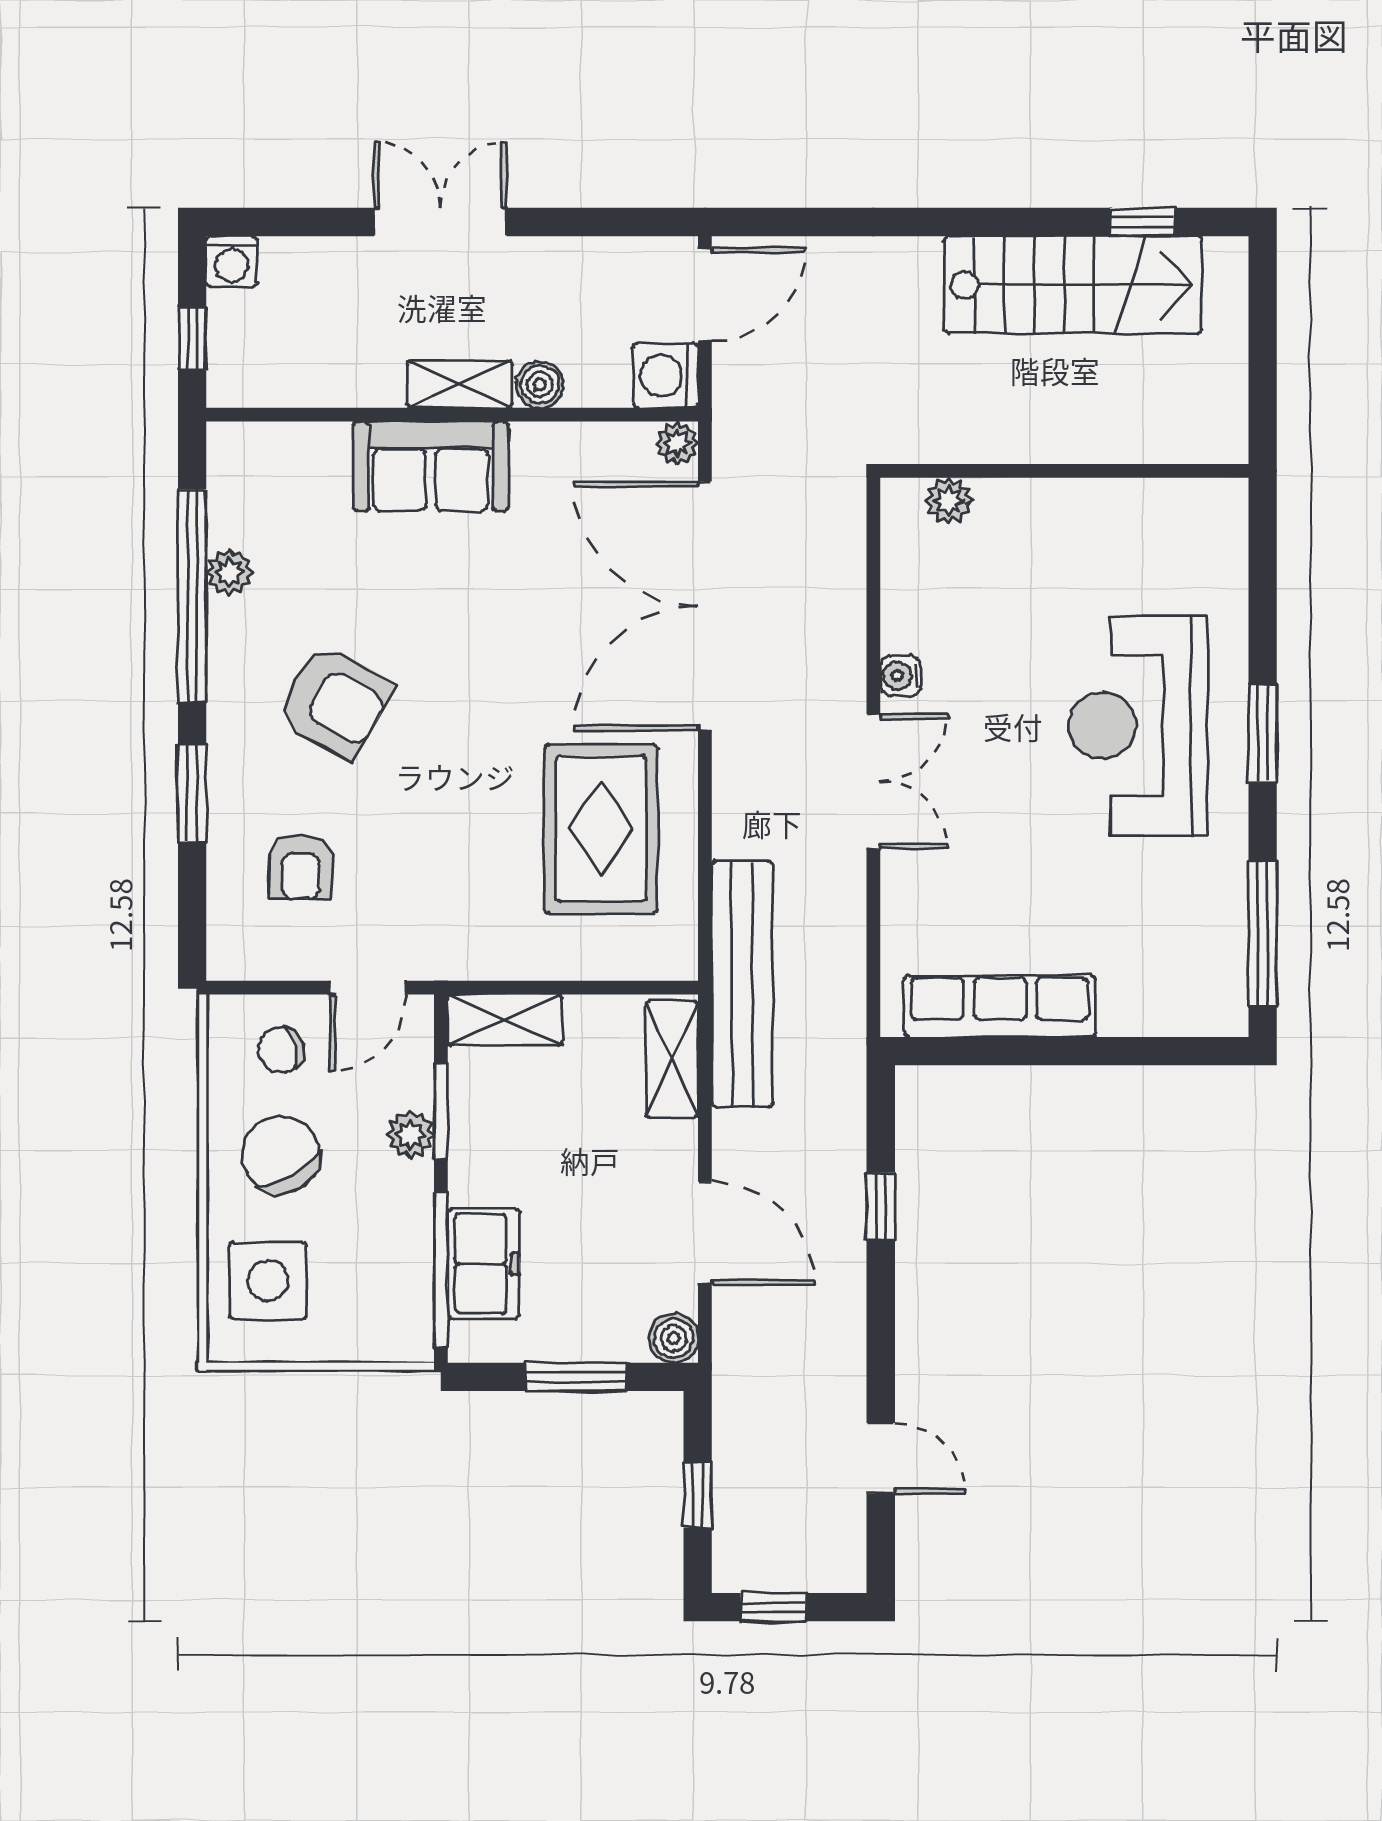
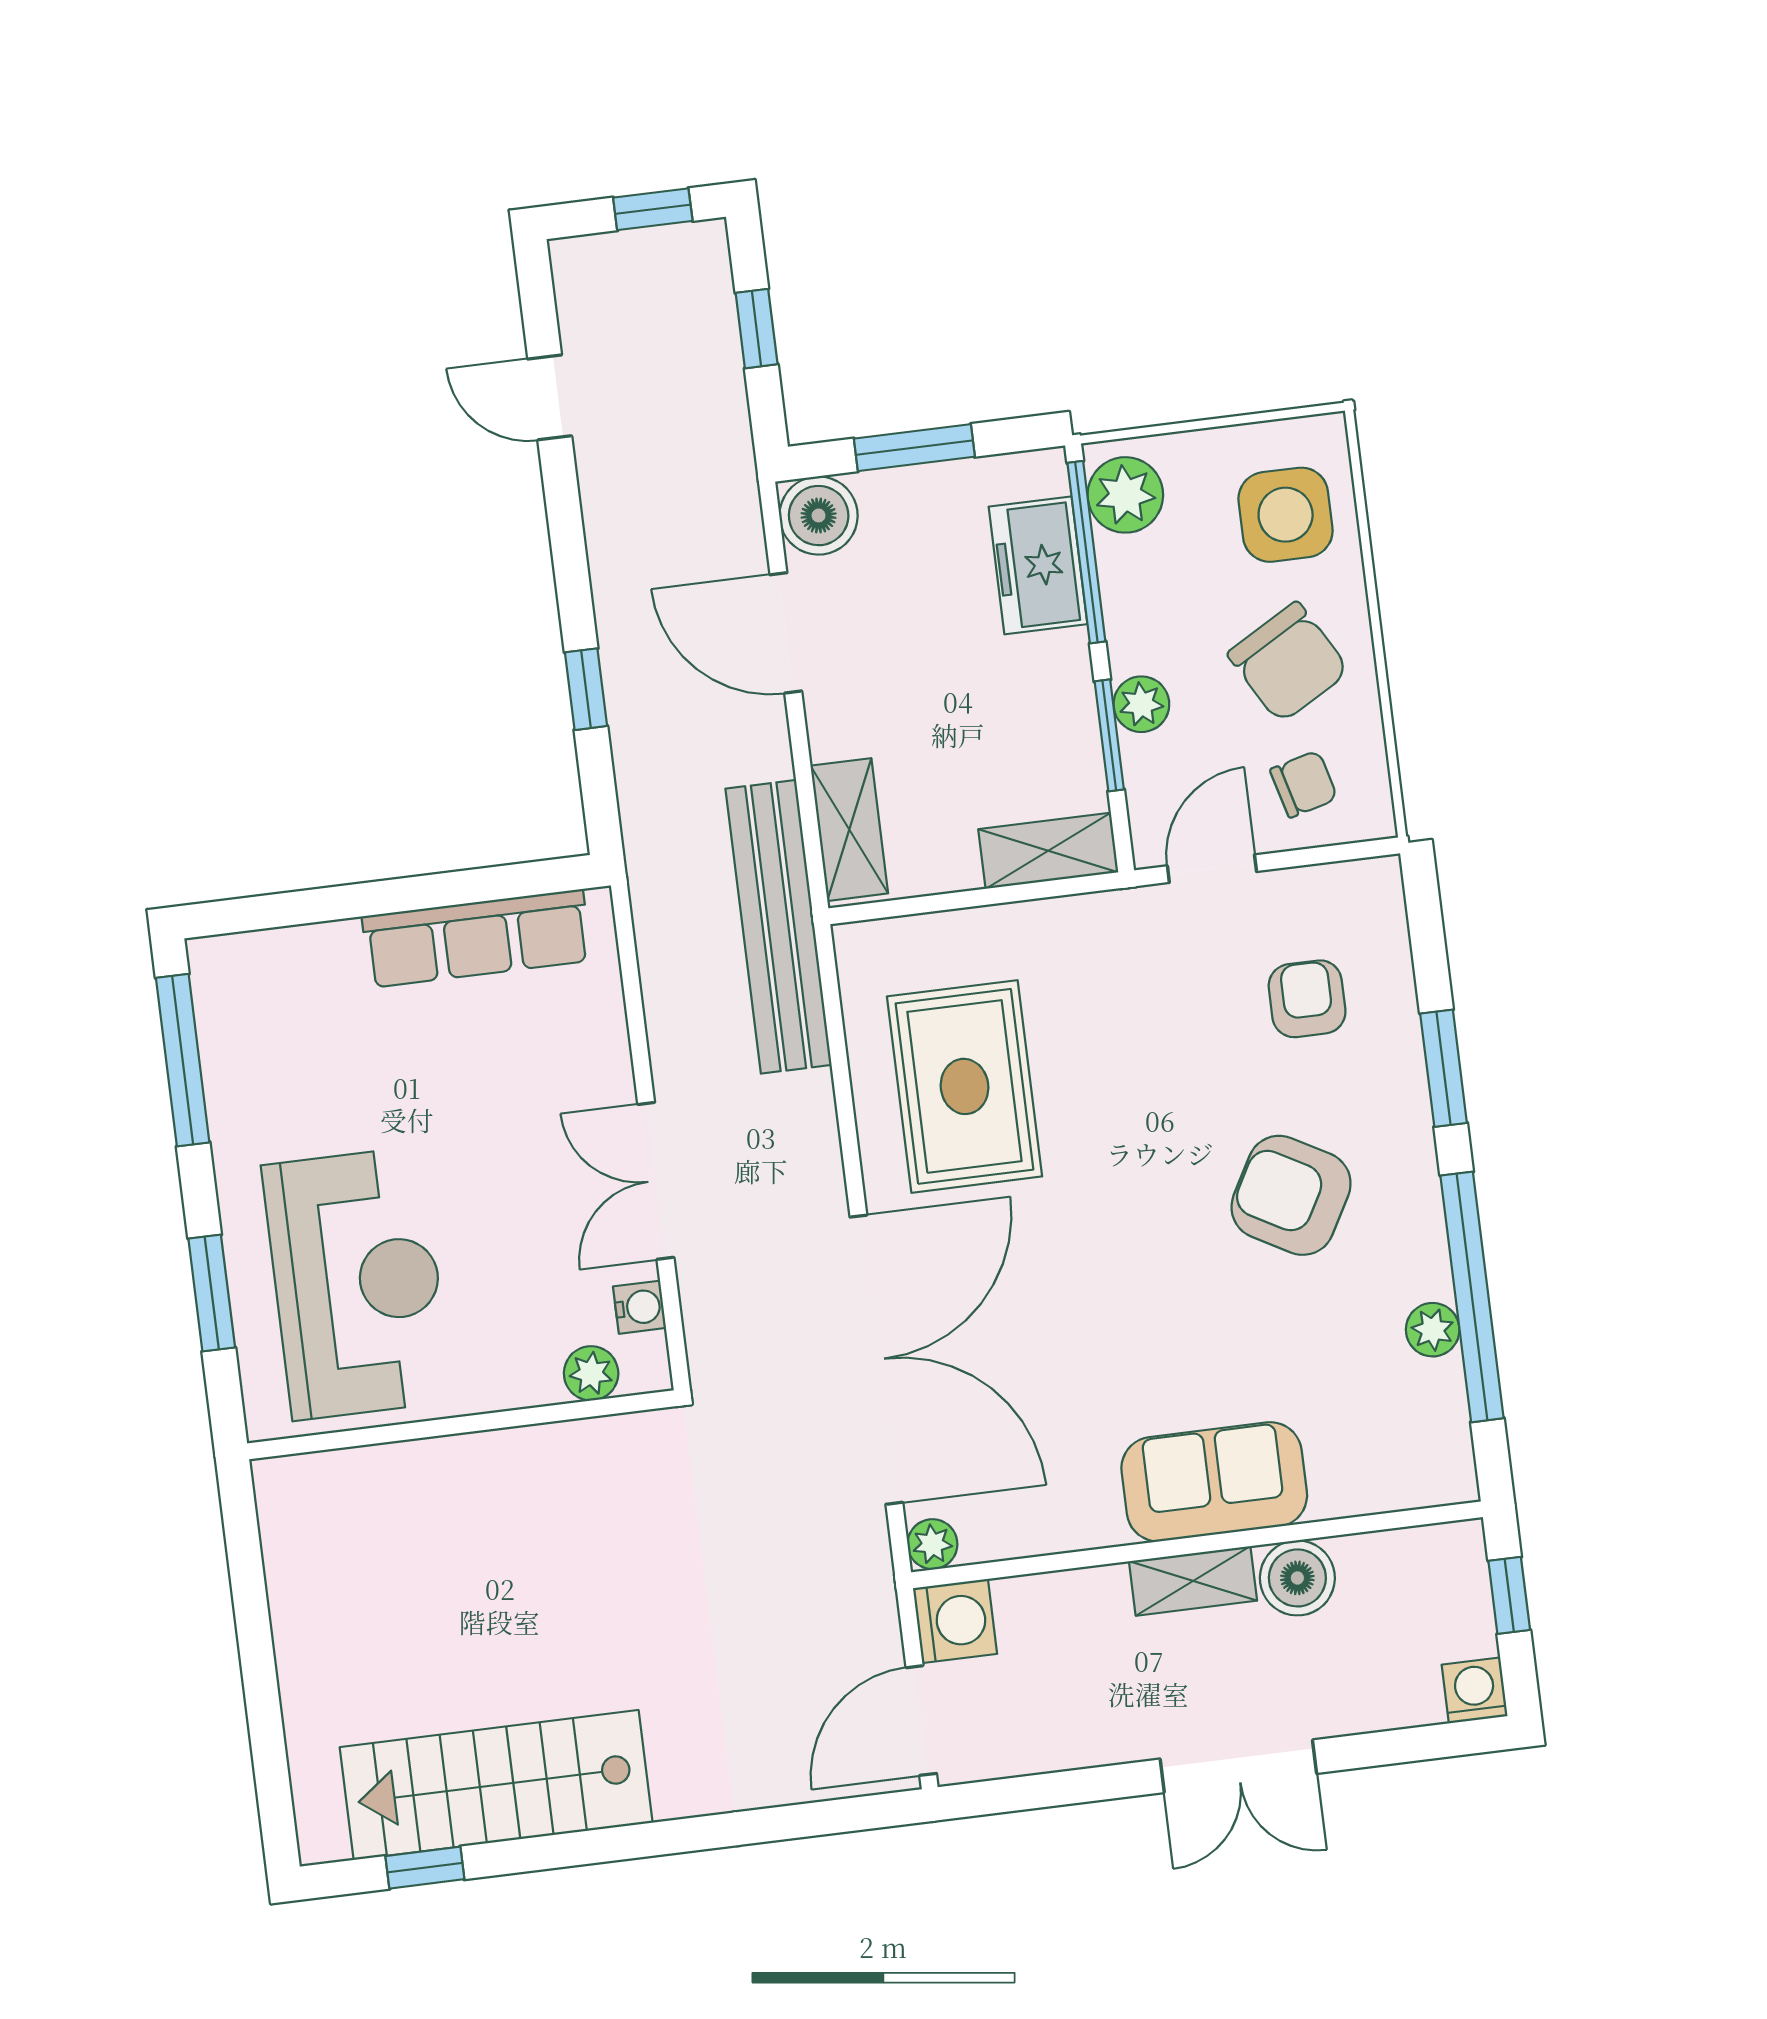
boiler: (540, 384) -> (1297, 1578), moved, width x1.36, depth x1.36
wall: (1064, 471) -> (461, 1425), moved
plant: (949, 501) -> (591, 1373), moved
plant: (402, 1314) -> (1125, 495), added
boiler: (674, 1338) -> (819, 516), width x1.36, depth x1.36

